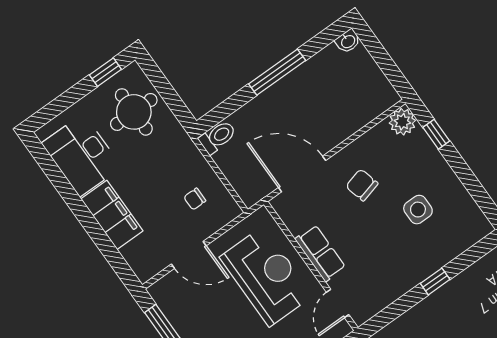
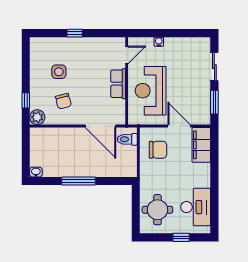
window: (105, 72) -> (181, 237), moved
toilet: (218, 137) -> (127, 139), moved
chair: (362, 185) -> (63, 101), moved
chair: (195, 199) -> (158, 150), width x1.87, depth x1.87
filing cabinet: (112, 215) -> (201, 145), moved

